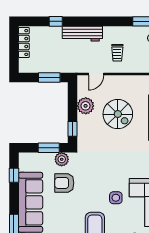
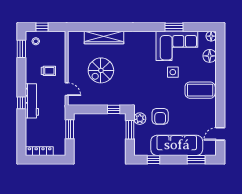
window: (56, 21) -> (21, 103), moved
plant: (86, 106) -> (94, 98), removed
spiral stairs: (118, 114) -> (101, 70), turned 180

